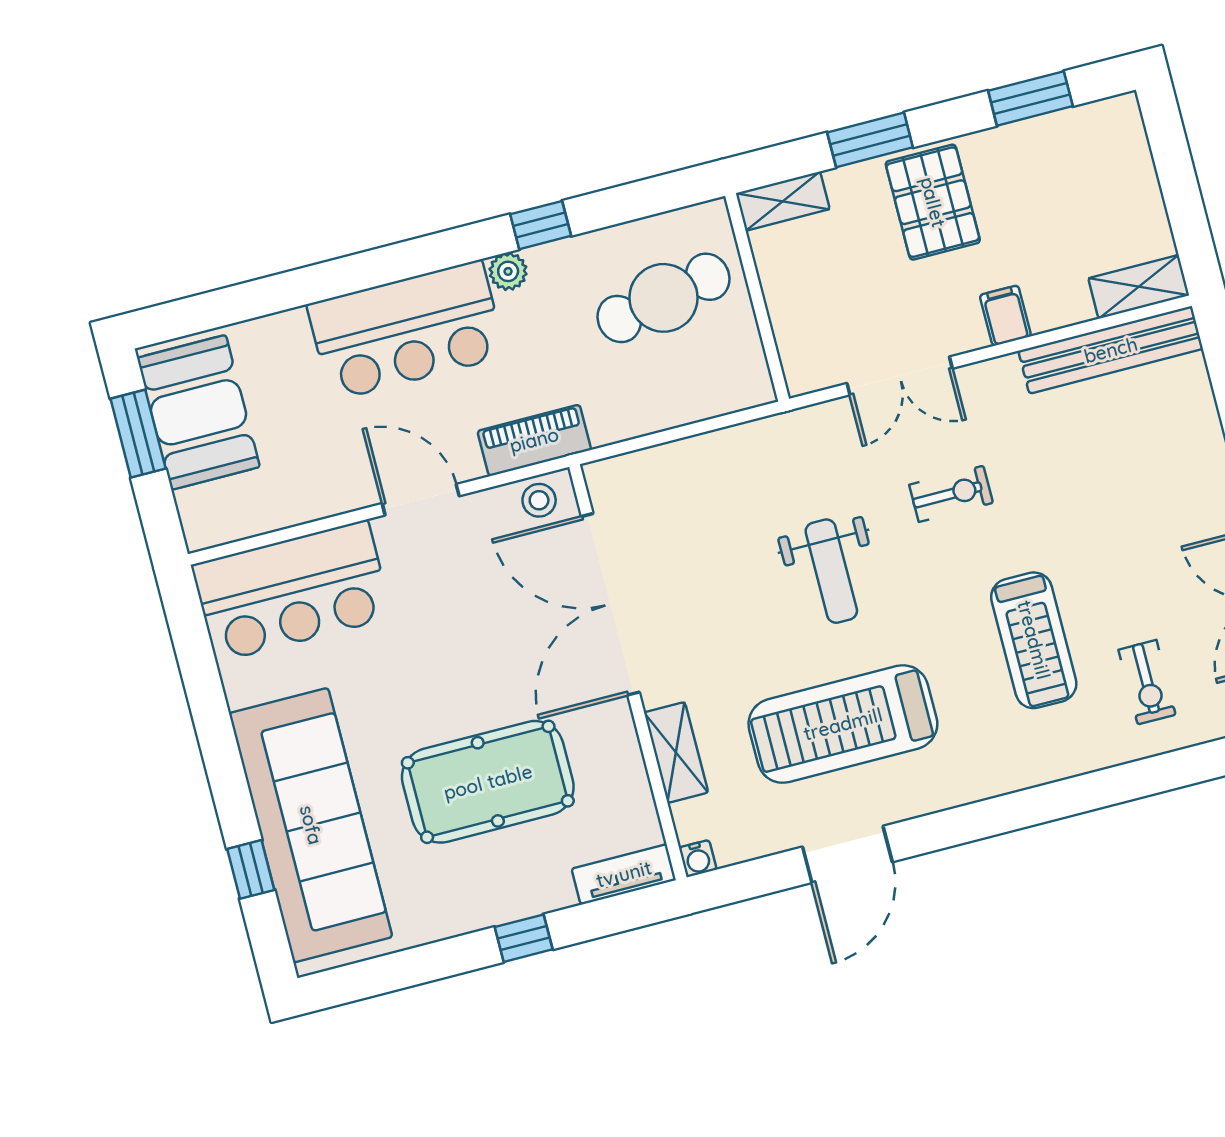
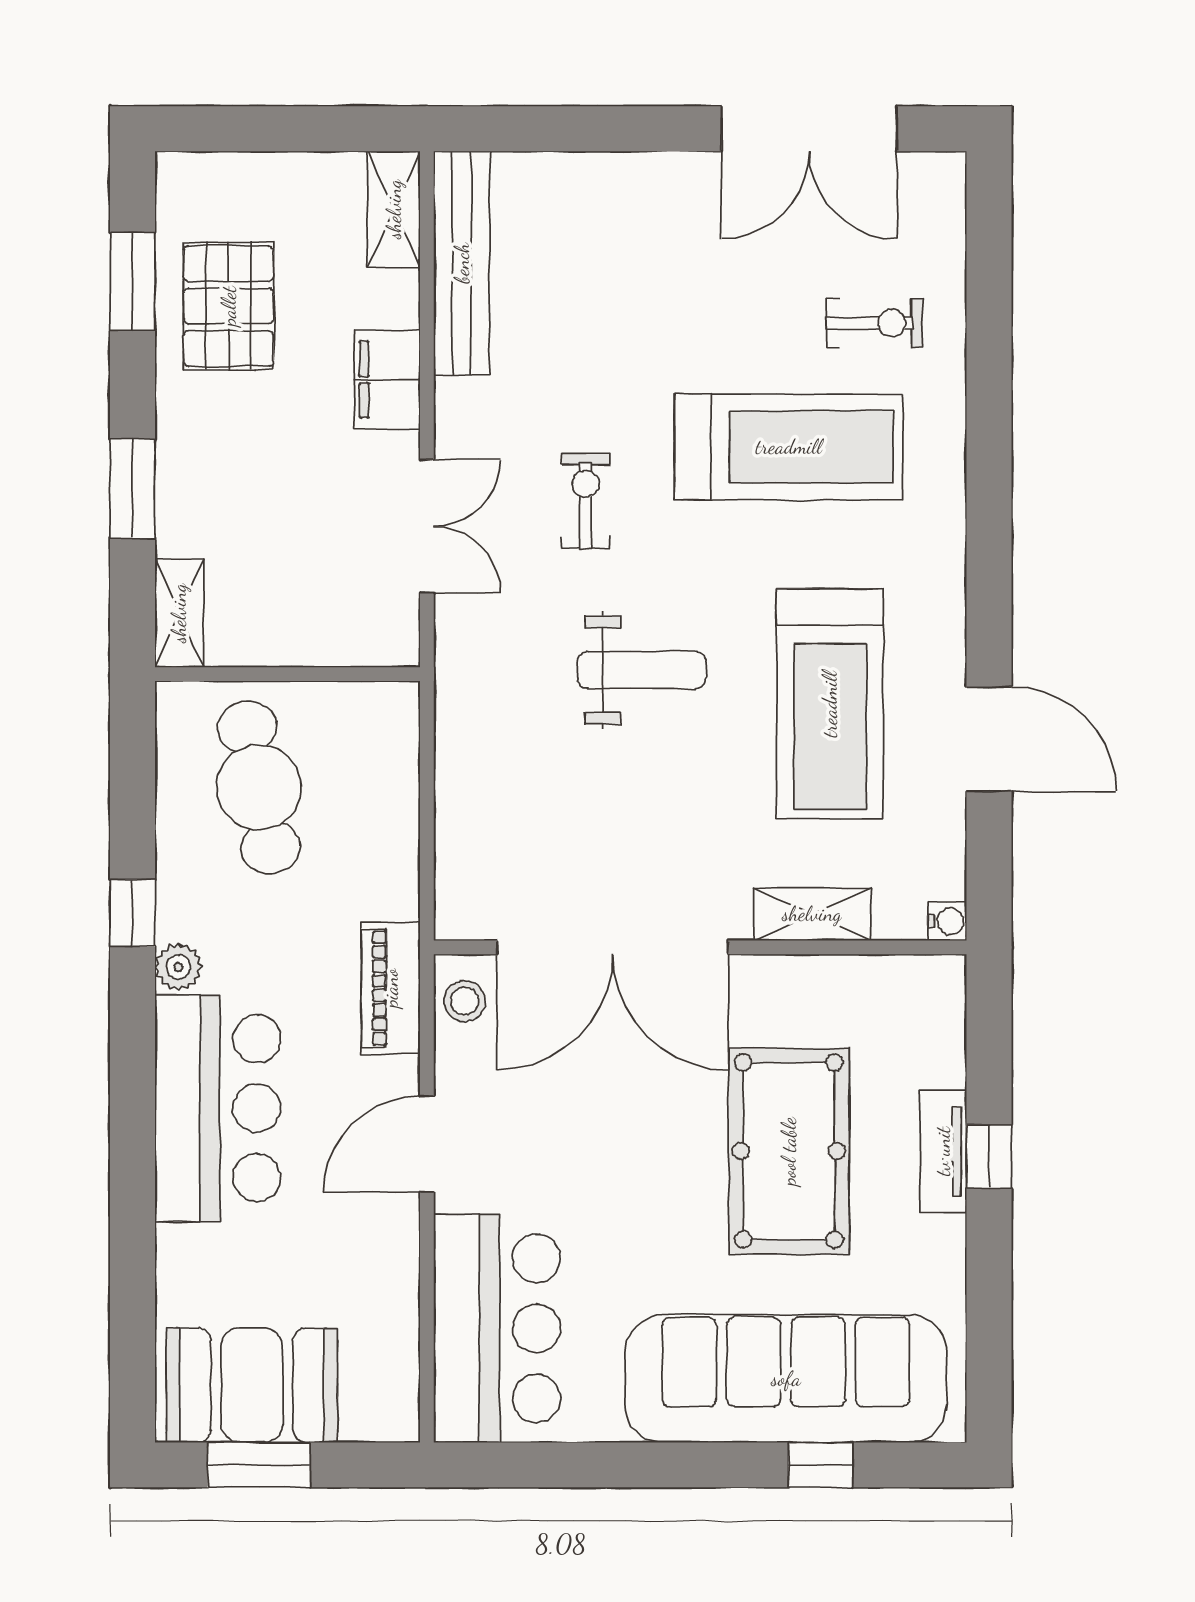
pallet: (933, 202) -> (229, 306), moved, turned 90
filing cabinet: (1005, 316) -> (387, 380), width x2.00
treadmill: (1034, 640) -> (789, 447), width x1.37, depth x1.38
tv unit: (624, 874) -> (943, 1151), moved

